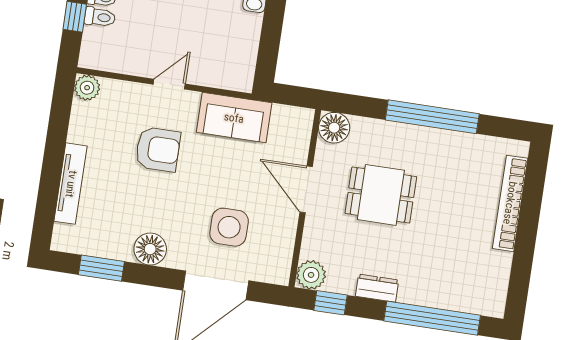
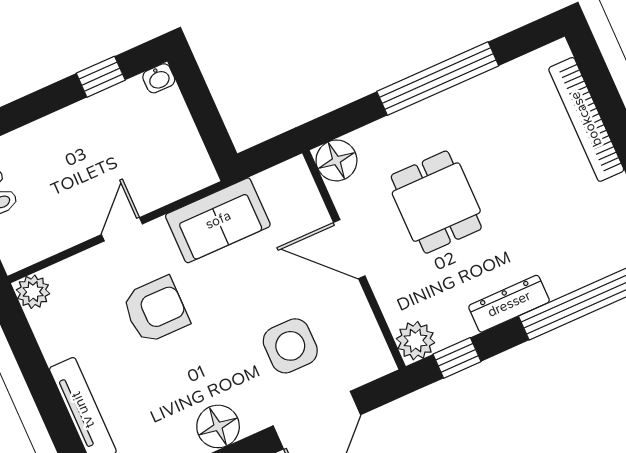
dining table: (381, 195) -> (436, 202), turned 90
dresser: (377, 288) -> (509, 304), width x1.44

